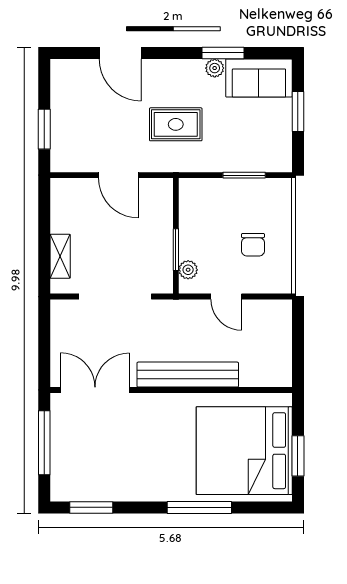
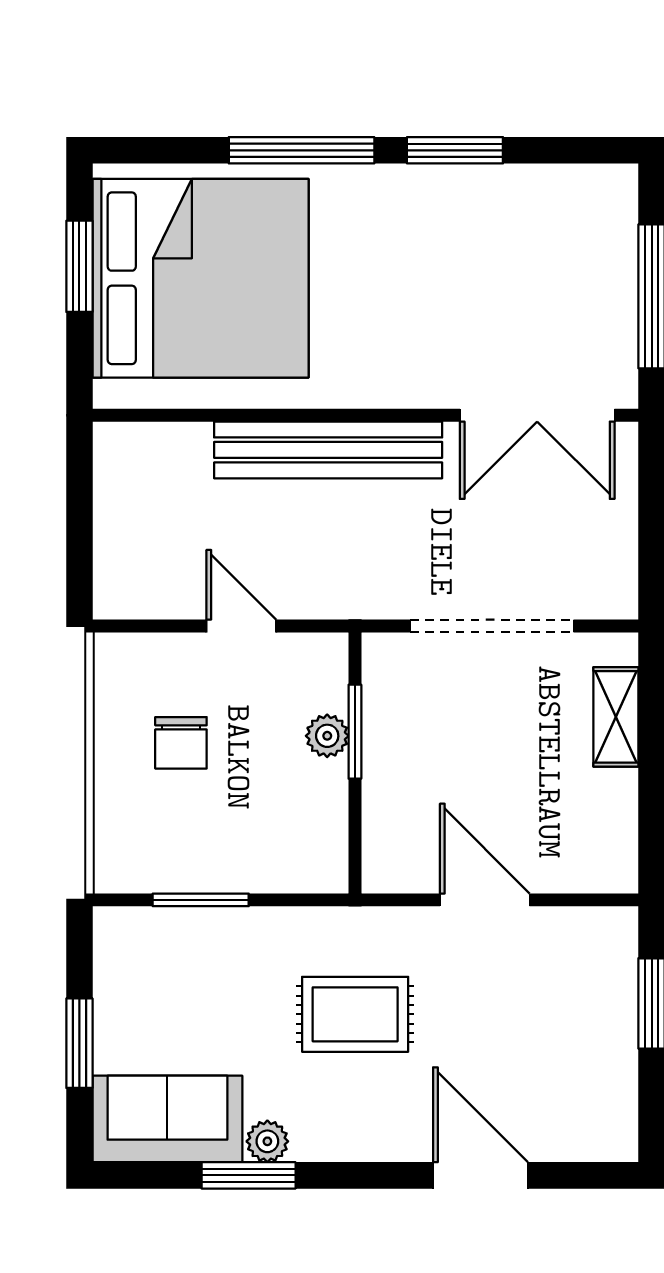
chair: (253, 245) -> (181, 743), turned 180
plant: (188, 270) -> (327, 736), moved
window: (91, 507) -> (455, 150), moved

